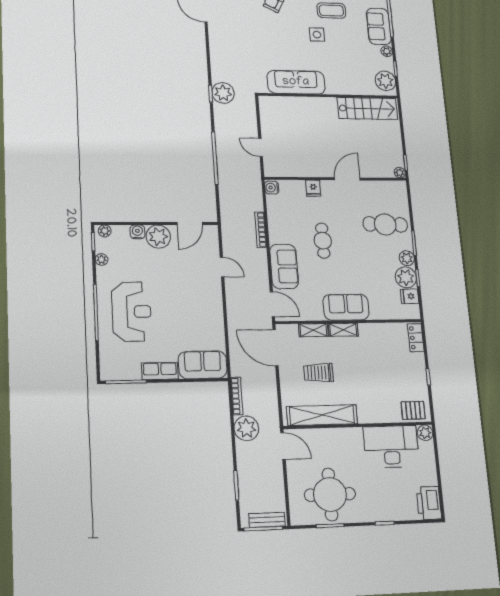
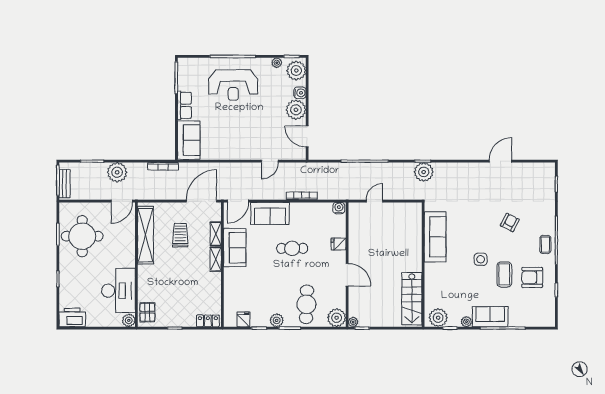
plant: (105, 231) -> (296, 71), width x1.88, depth x1.88
plant: (406, 277) -> (337, 318), moved
sofa: (346, 307) -> (235, 248), moved
plant: (246, 428) -> (117, 172), moved

